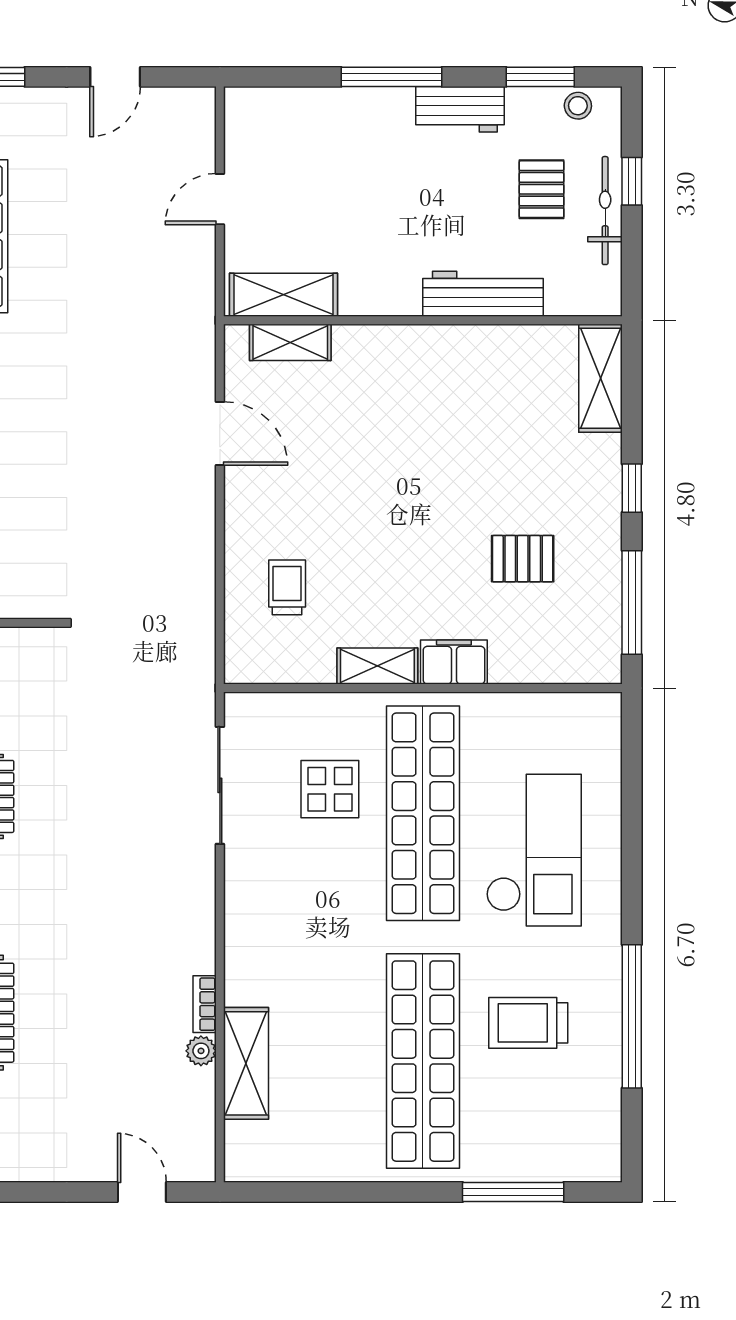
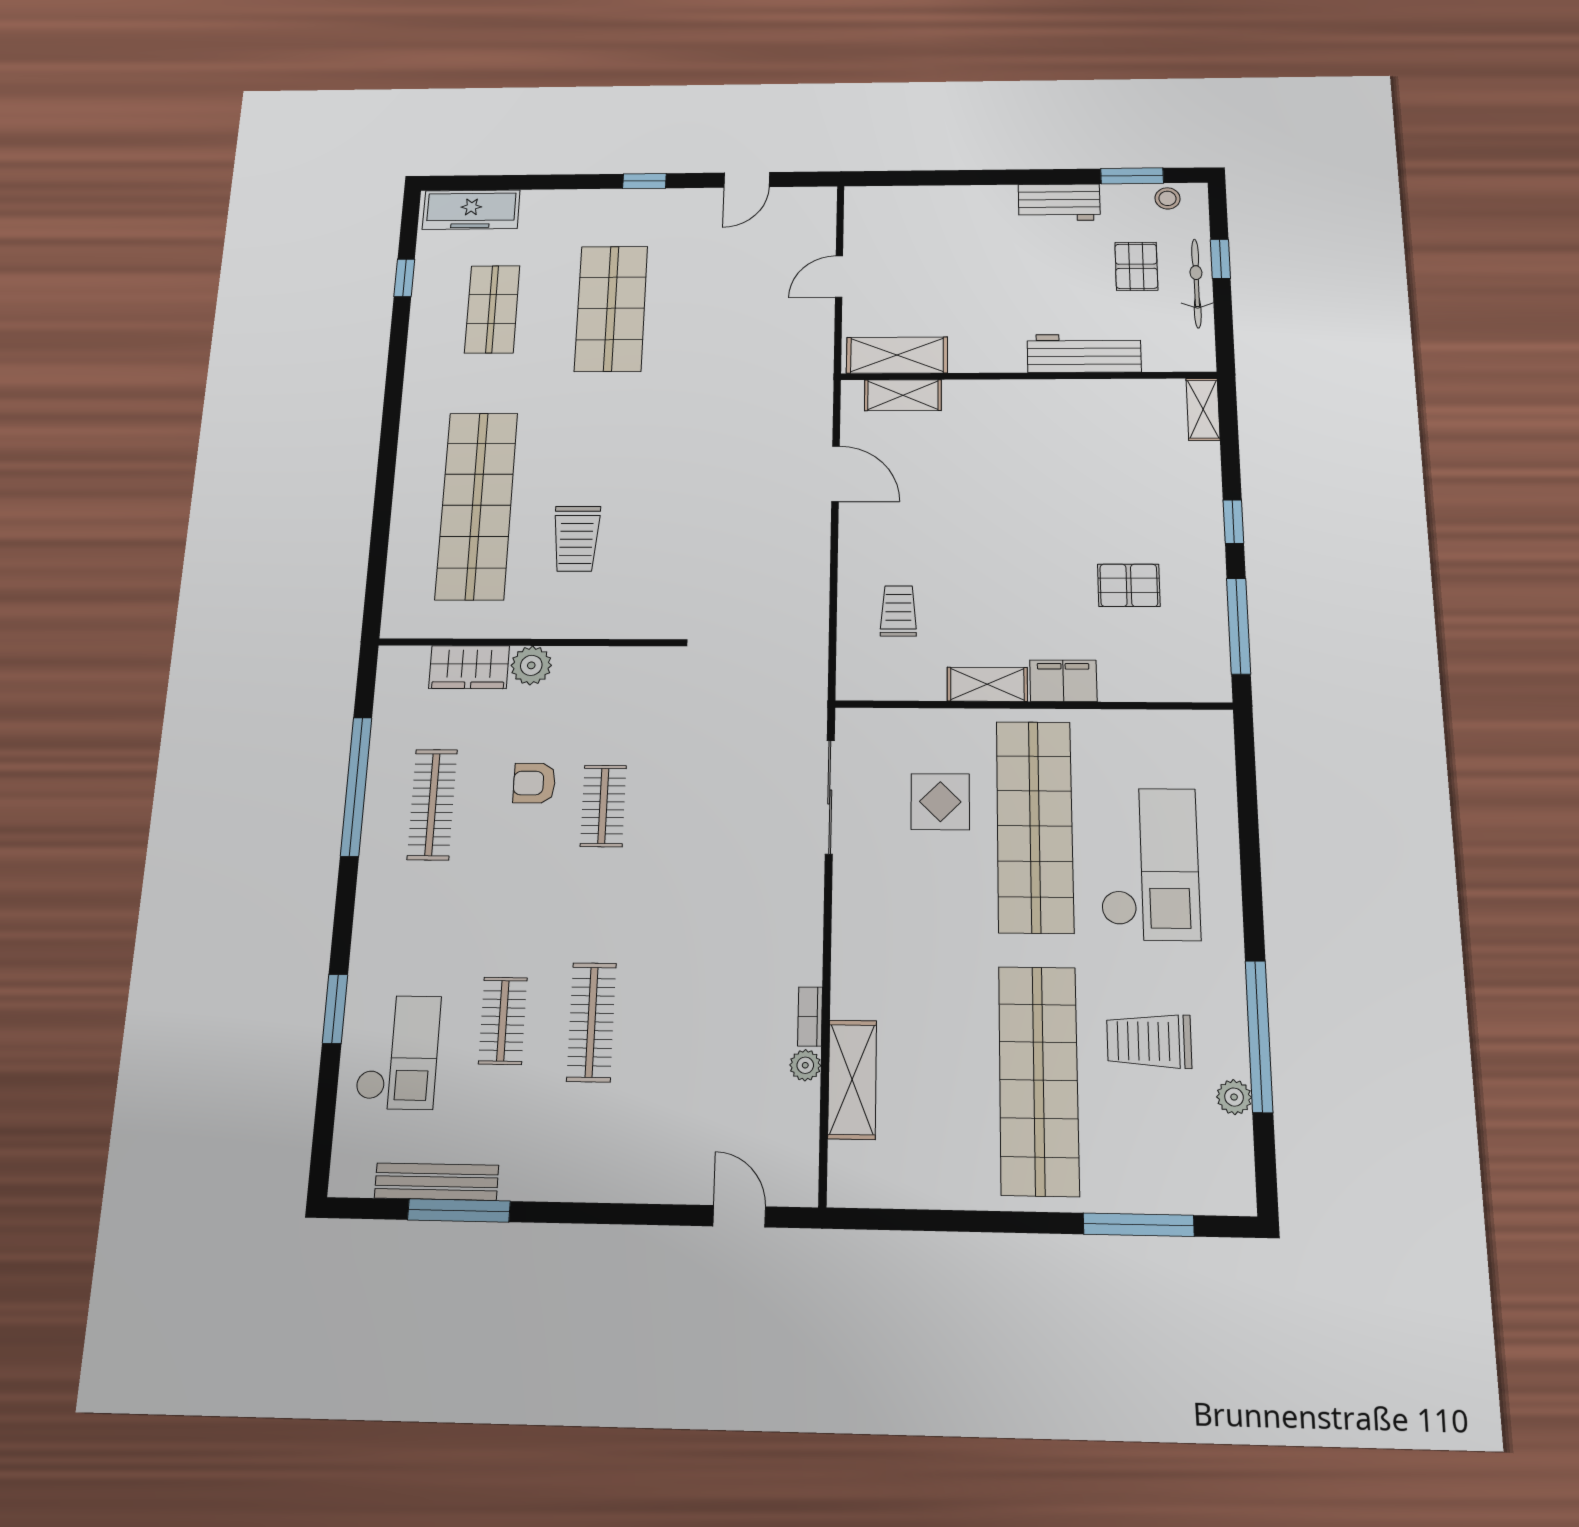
window: (392, 77) -> (996, 177), removed
shelving: (601, 378) -> (1203, 409), width x0.67, depth x0.75
plant: (606, 1074) -> (1234, 1097), added

